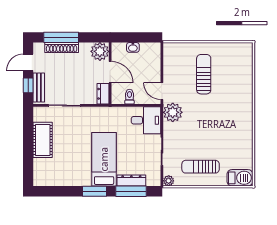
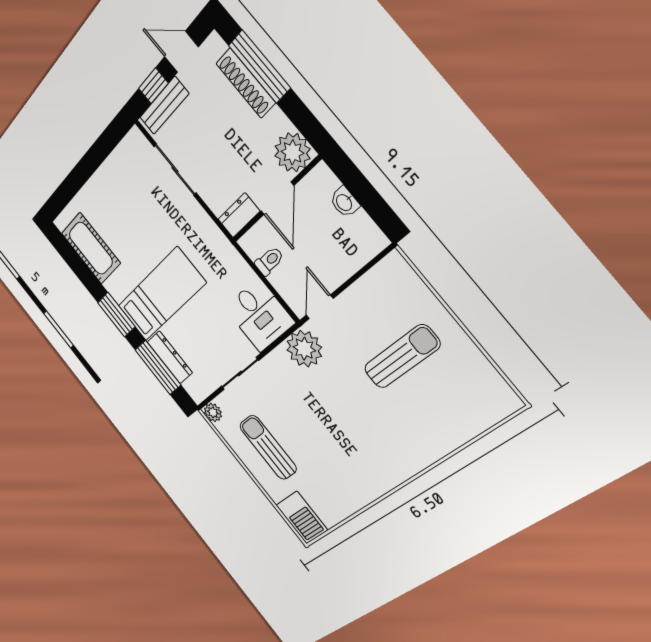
cot: (43, 140) -> (91, 248), moved, turned 90

